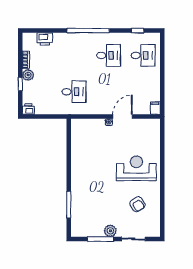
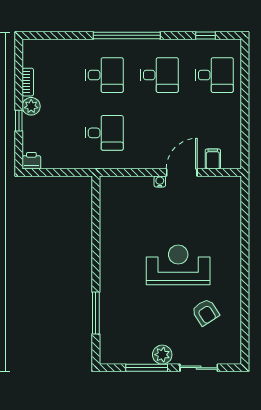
printer: (45, 39) -> (58, 49), removed
desk: (74, 55) -> (104, 75), added
filing cabinet: (155, 108) -> (213, 159), moved
reception desk: (136, 168) -> (178, 265), moved

